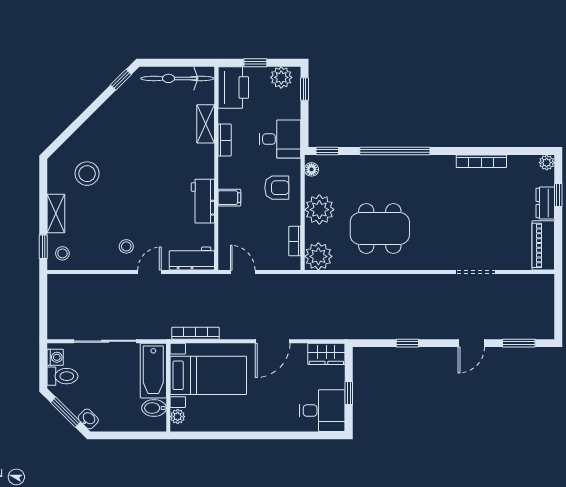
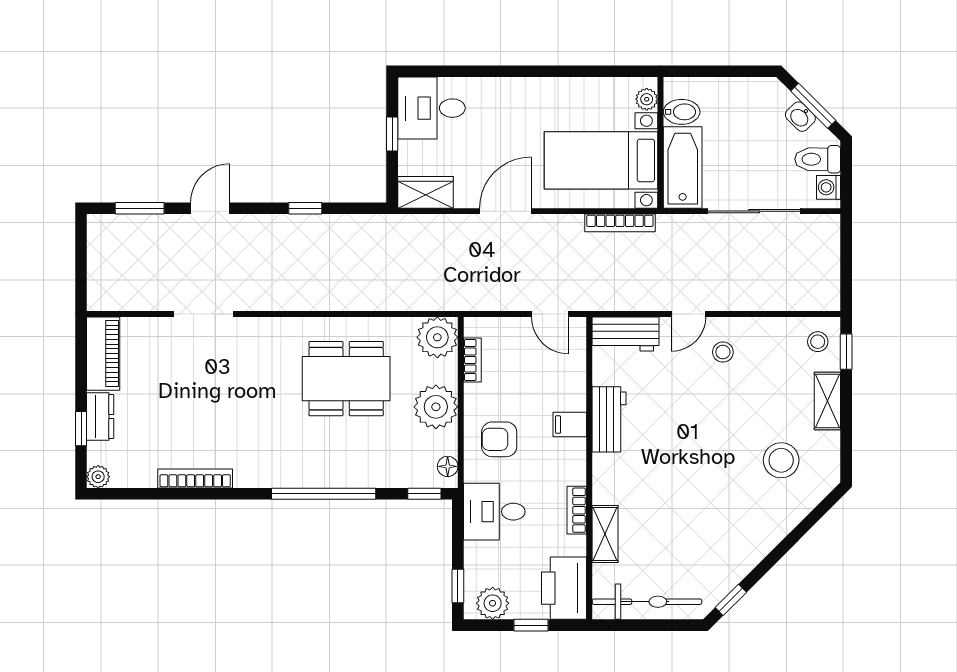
washbasin: (88, 419) -> (800, 117), moved

